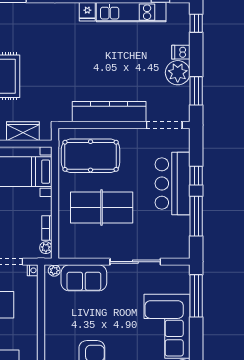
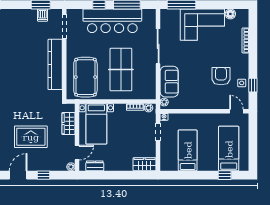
dishwasher: (181, 52) -> (43, 15), moved
plant: (178, 73) -> (28, 17), removed
bar counter: (173, 184) -> (112, 21), width x1.36

